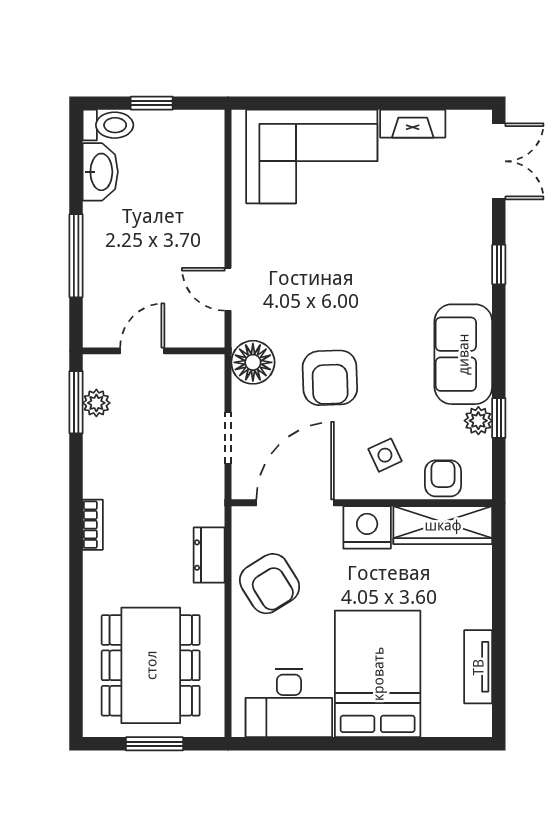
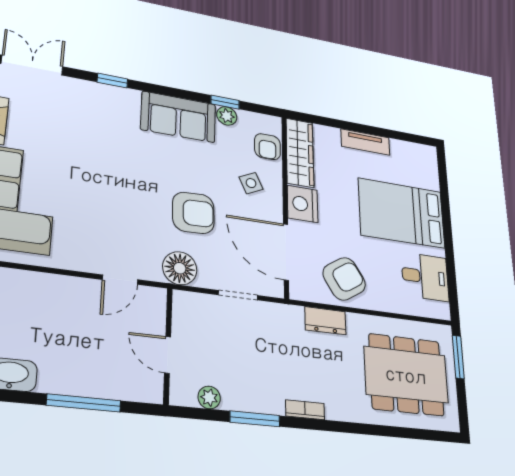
window: (76, 402) -> (255, 419), moved
armchair: (443, 478) -> (267, 147), turned -90
tv unit: (478, 667) -> (365, 142), moved
desk: (289, 703) -> (425, 277), width x0.73
window: (154, 744) -> (458, 357), moved

